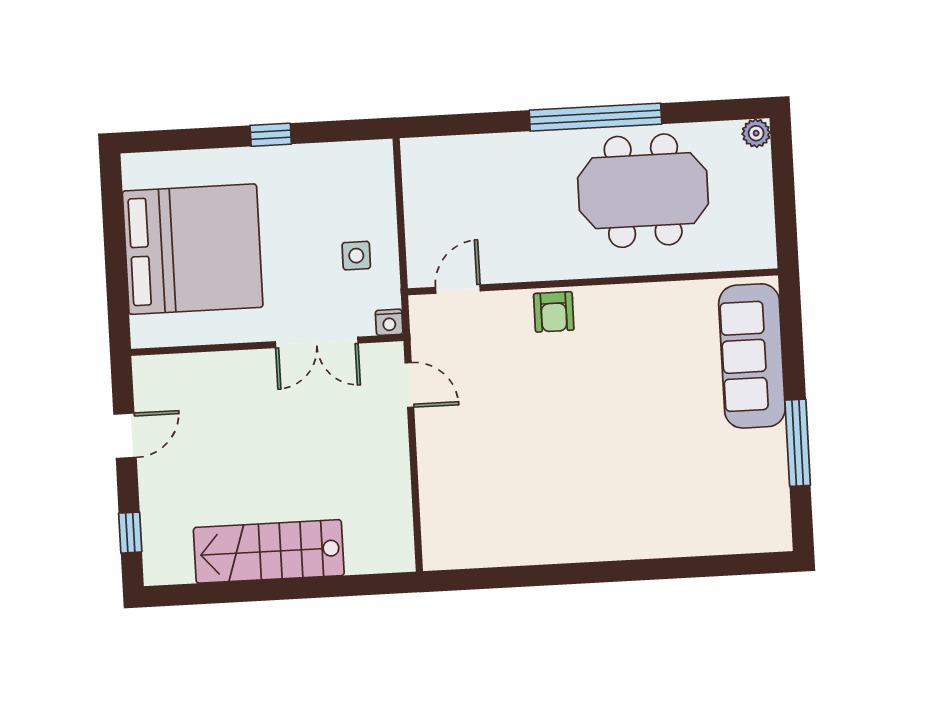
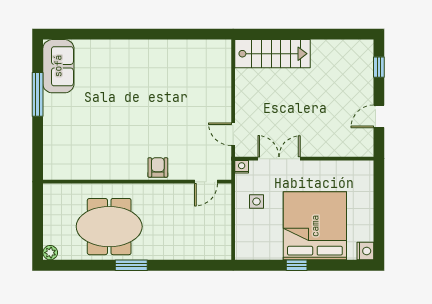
window: (595, 117) -> (131, 265), width x0.47
nightstand: (137, 170) -> (365, 251), added
bed: (193, 249) -> (315, 226), moved, turned 90
sofa: (752, 356) -> (58, 66), moved, width x0.73
stairs: (269, 551) -> (273, 54), moved

